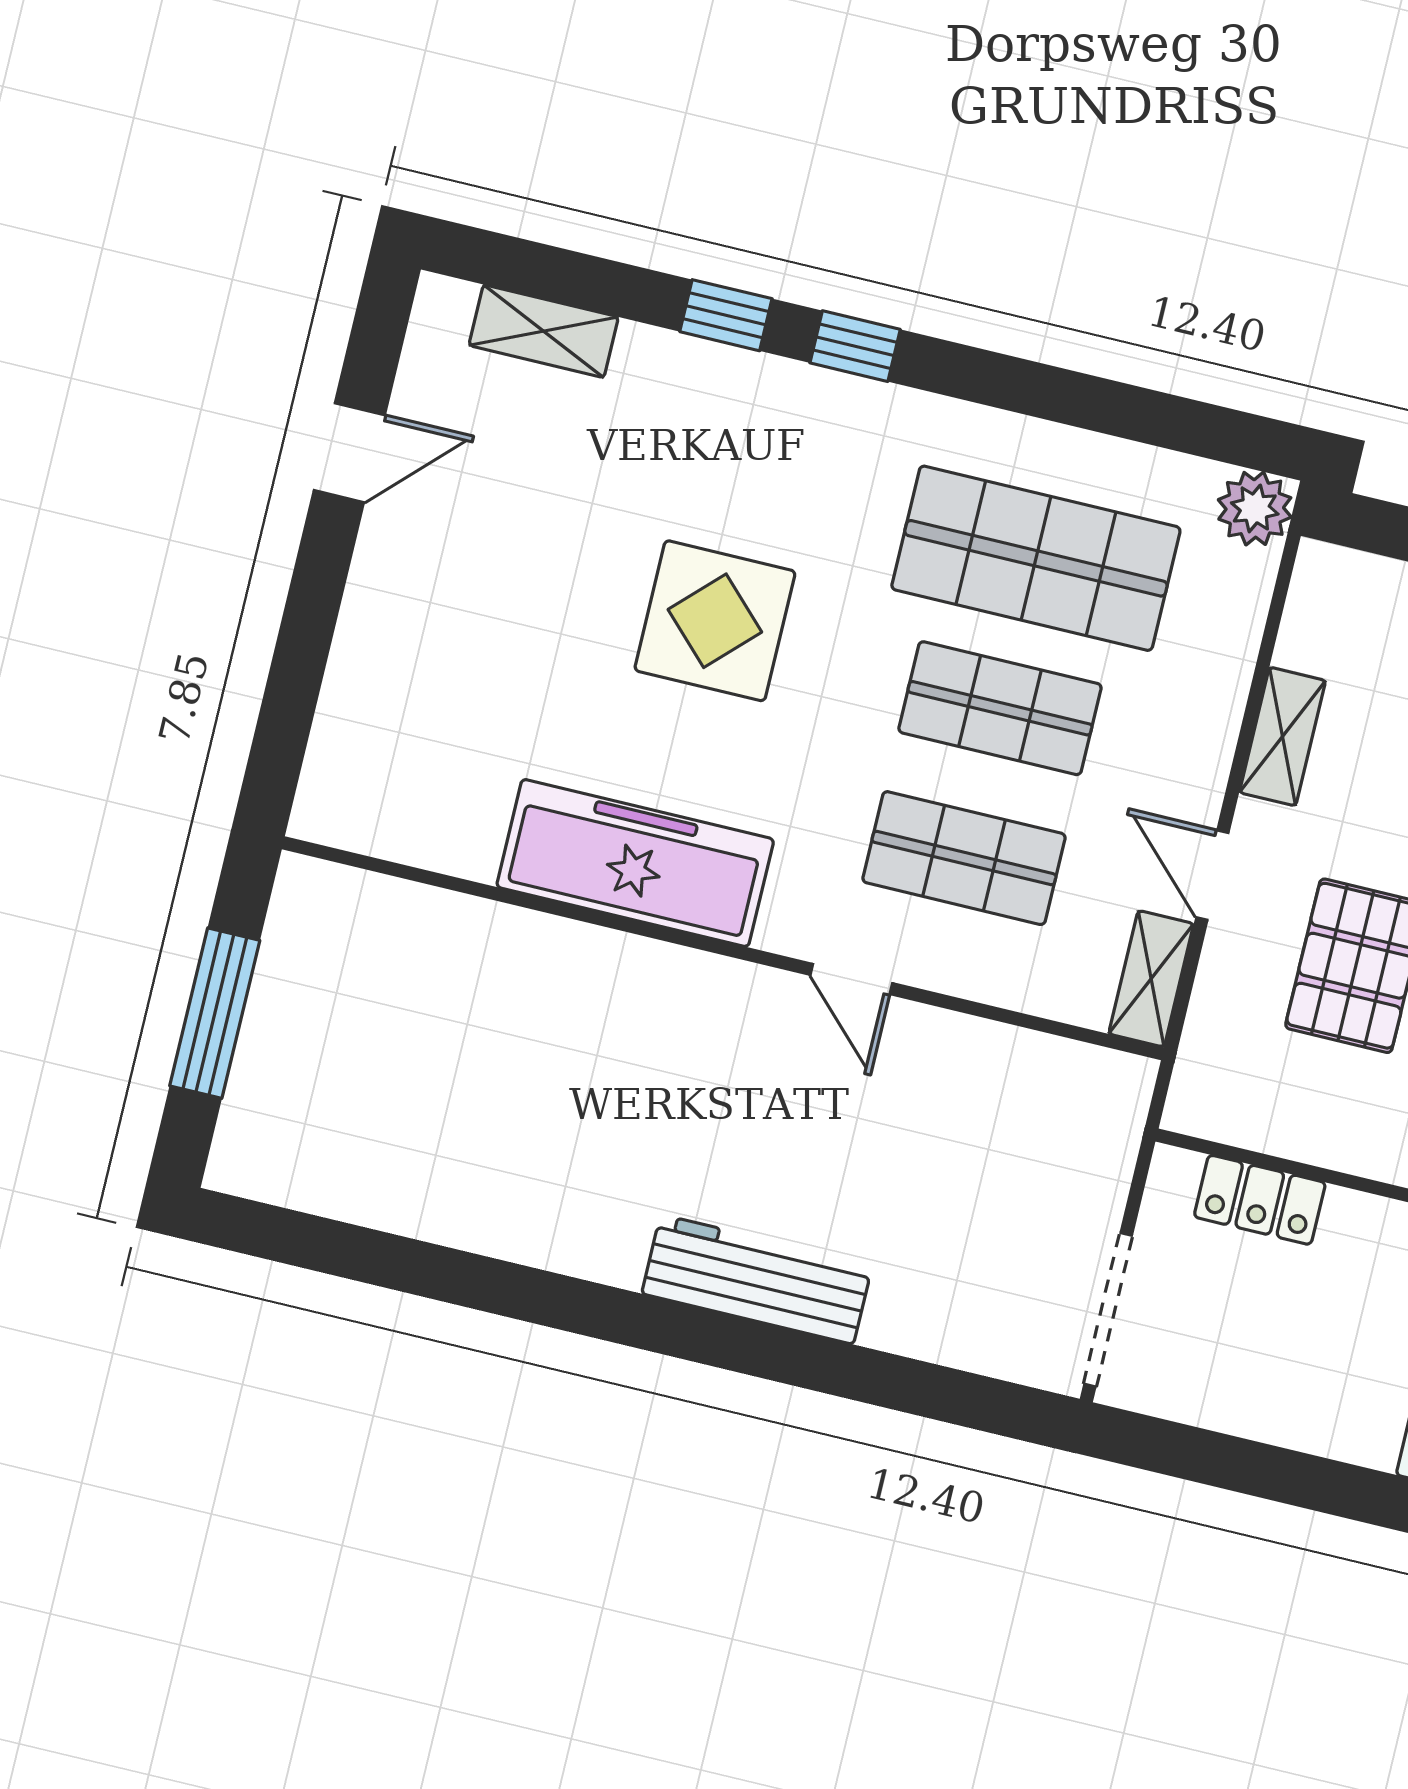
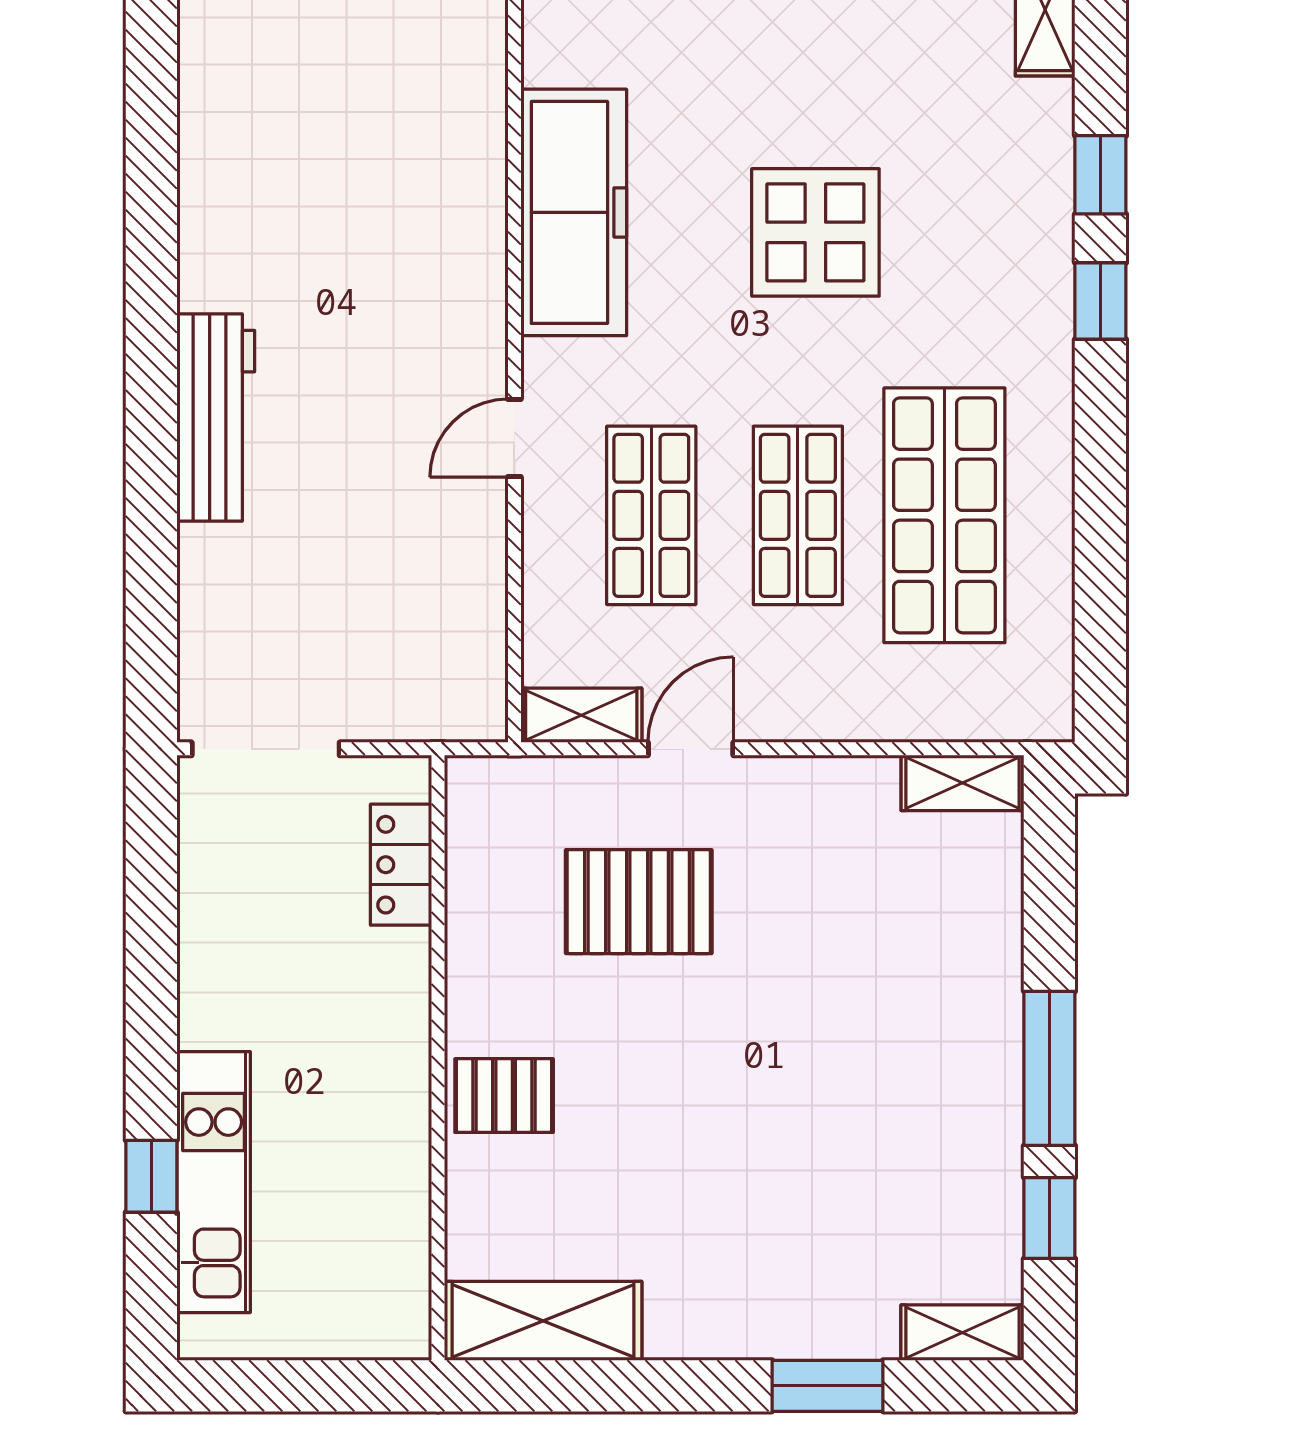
plant: (1255, 508) -> (1039, 707), removed
shelving: (1282, 737) -> (962, 783), moved

